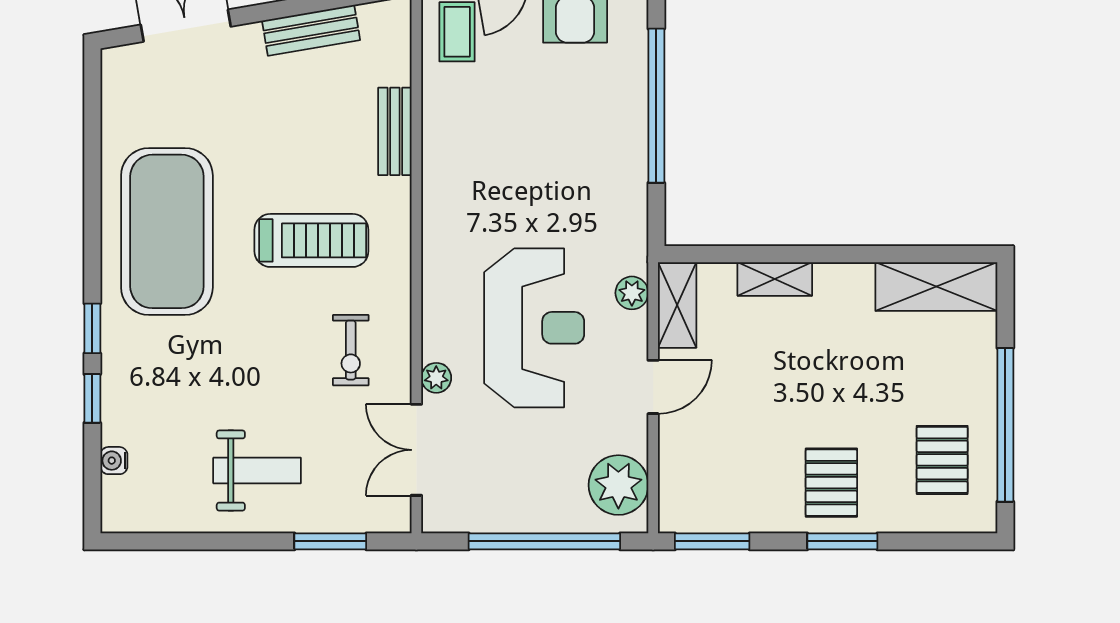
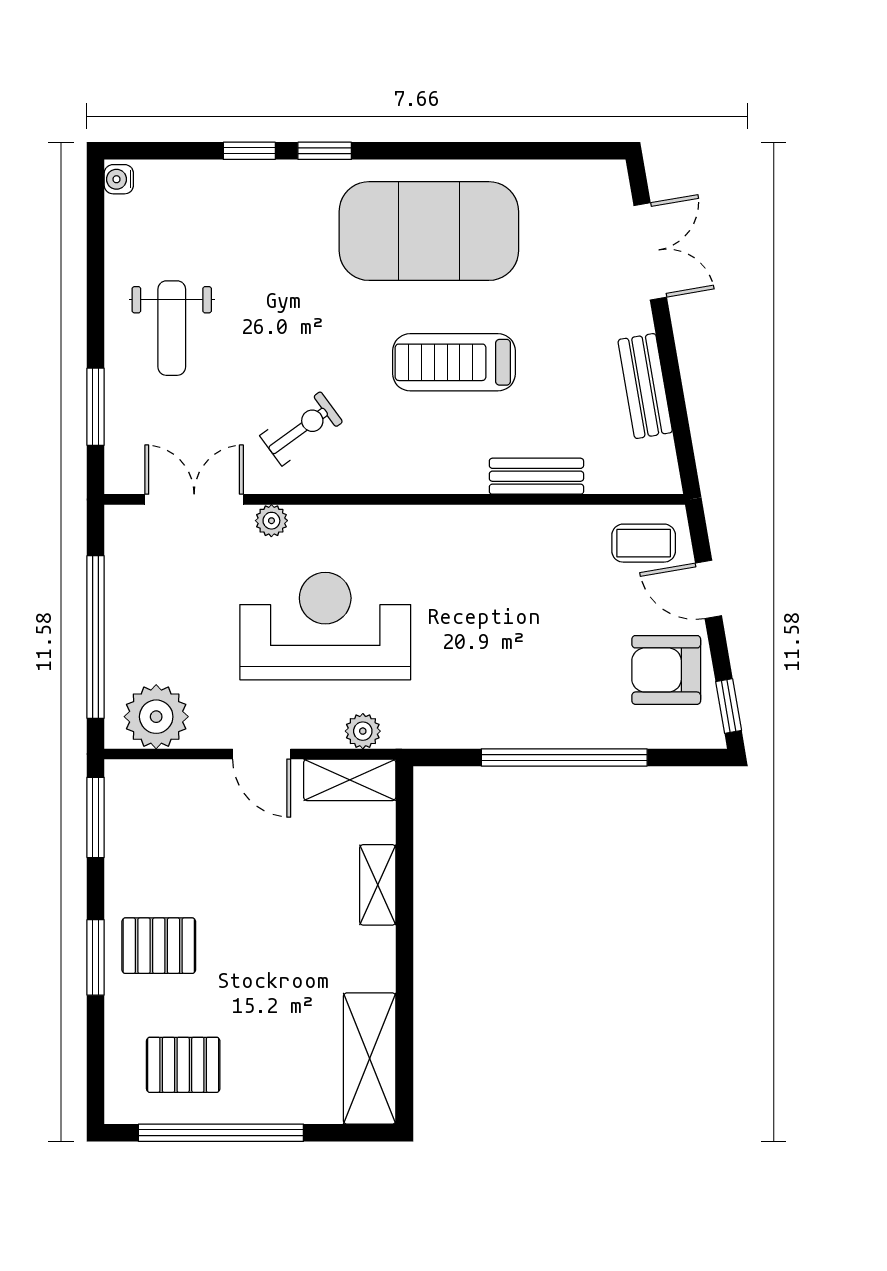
treadmill: (311, 240) -> (454, 362), moved, turned 90
reception desk: (534, 328) -> (325, 626), turned 180
exercise bike: (351, 350) -> (301, 429), turned 144
water cooler: (114, 461) -> (119, 179), moved, turned -90

